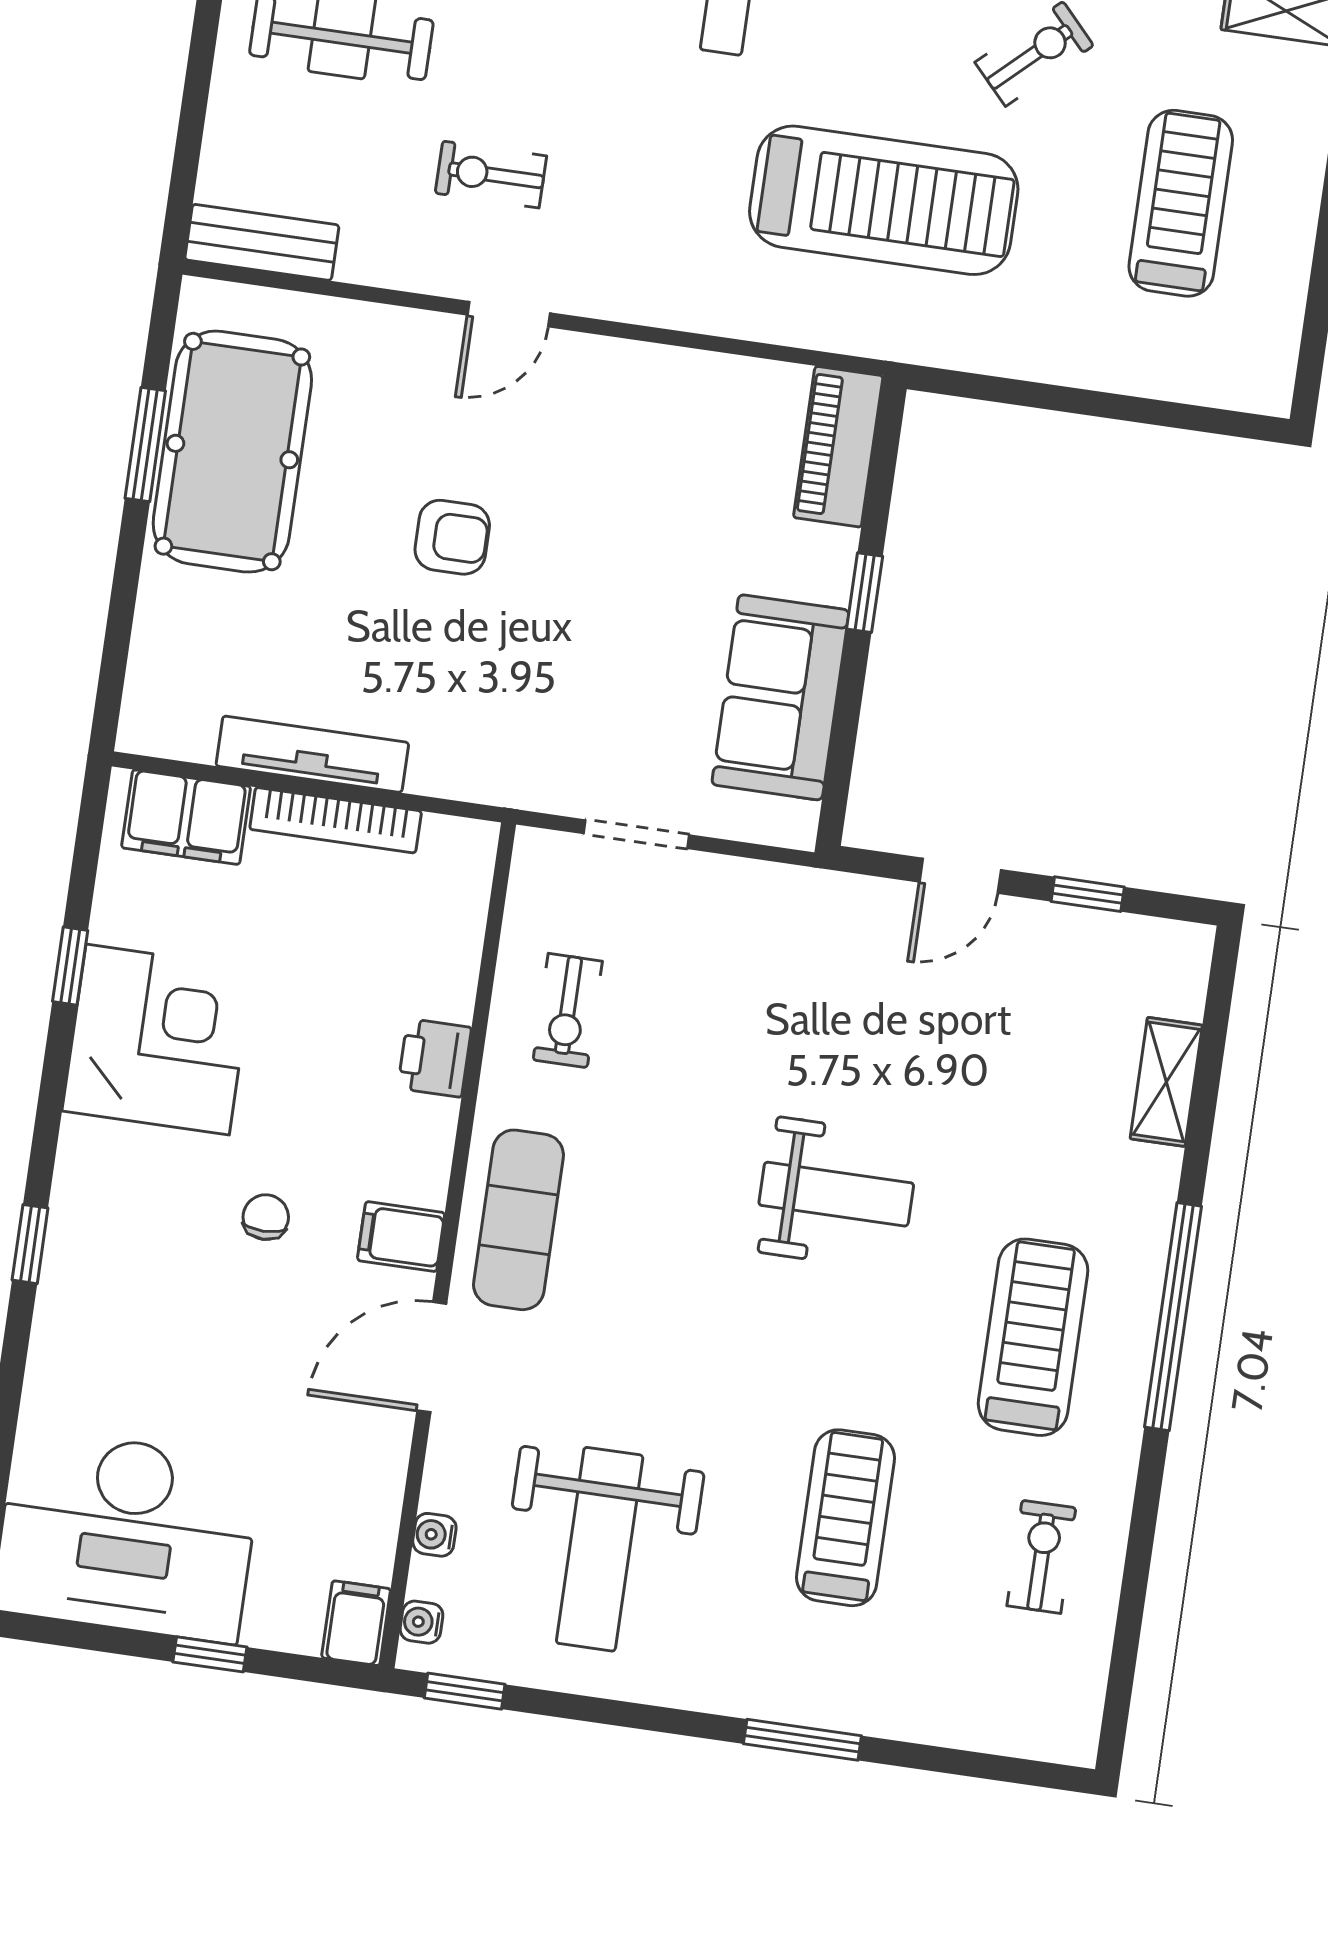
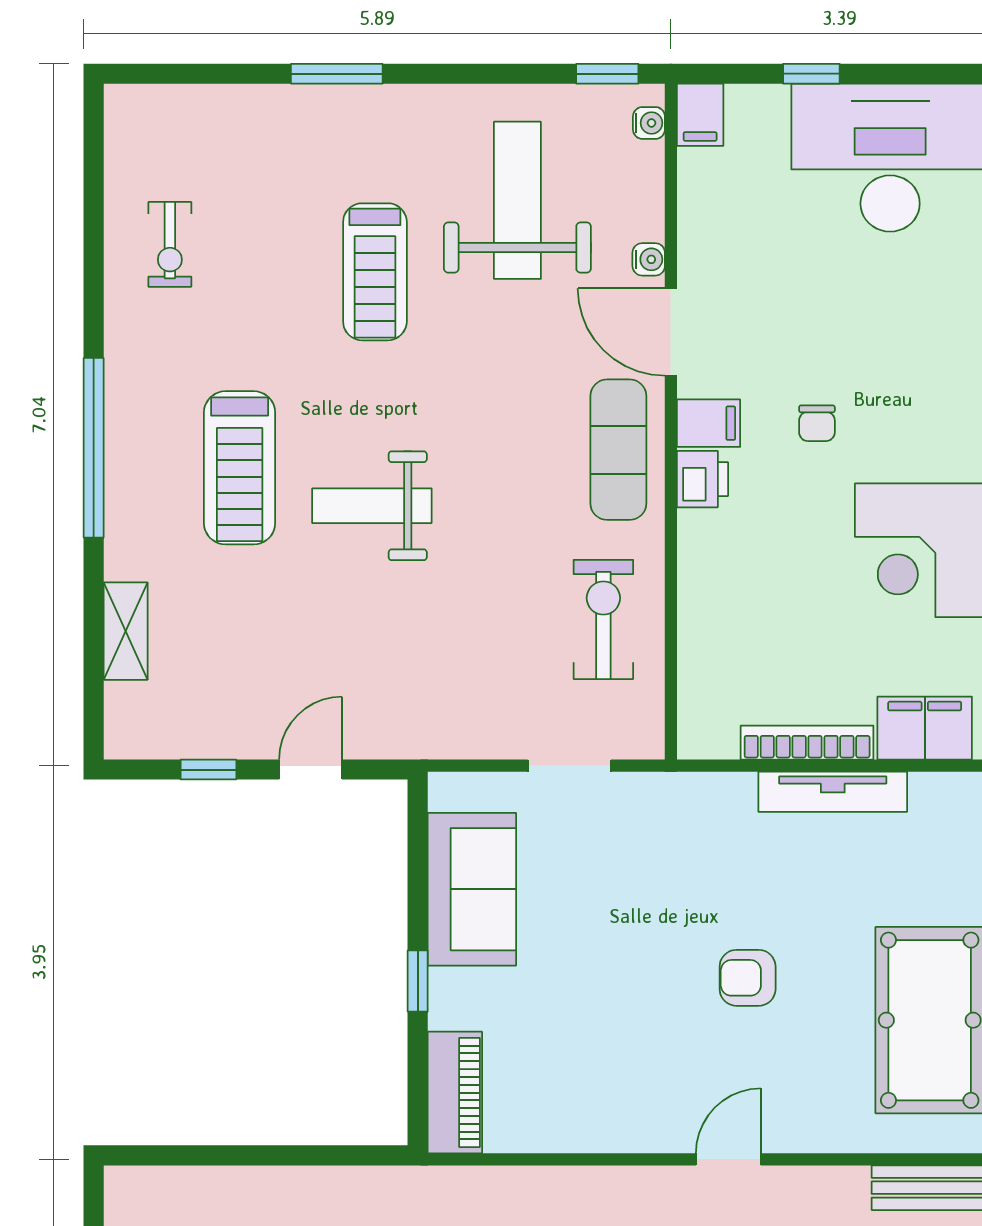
exercise bike: (568, 1011) -> (603, 619), width x1.38, depth x1.39
printer: (435, 1058) -> (702, 479), moved
treadmill: (1033, 1337) -> (240, 468), moved
door: (432, 1357) -> (671, 332), swing flipped
treadmill: (845, 1518) -> (375, 272), moved
water cooler: (434, 1535) -> (649, 259), moved

